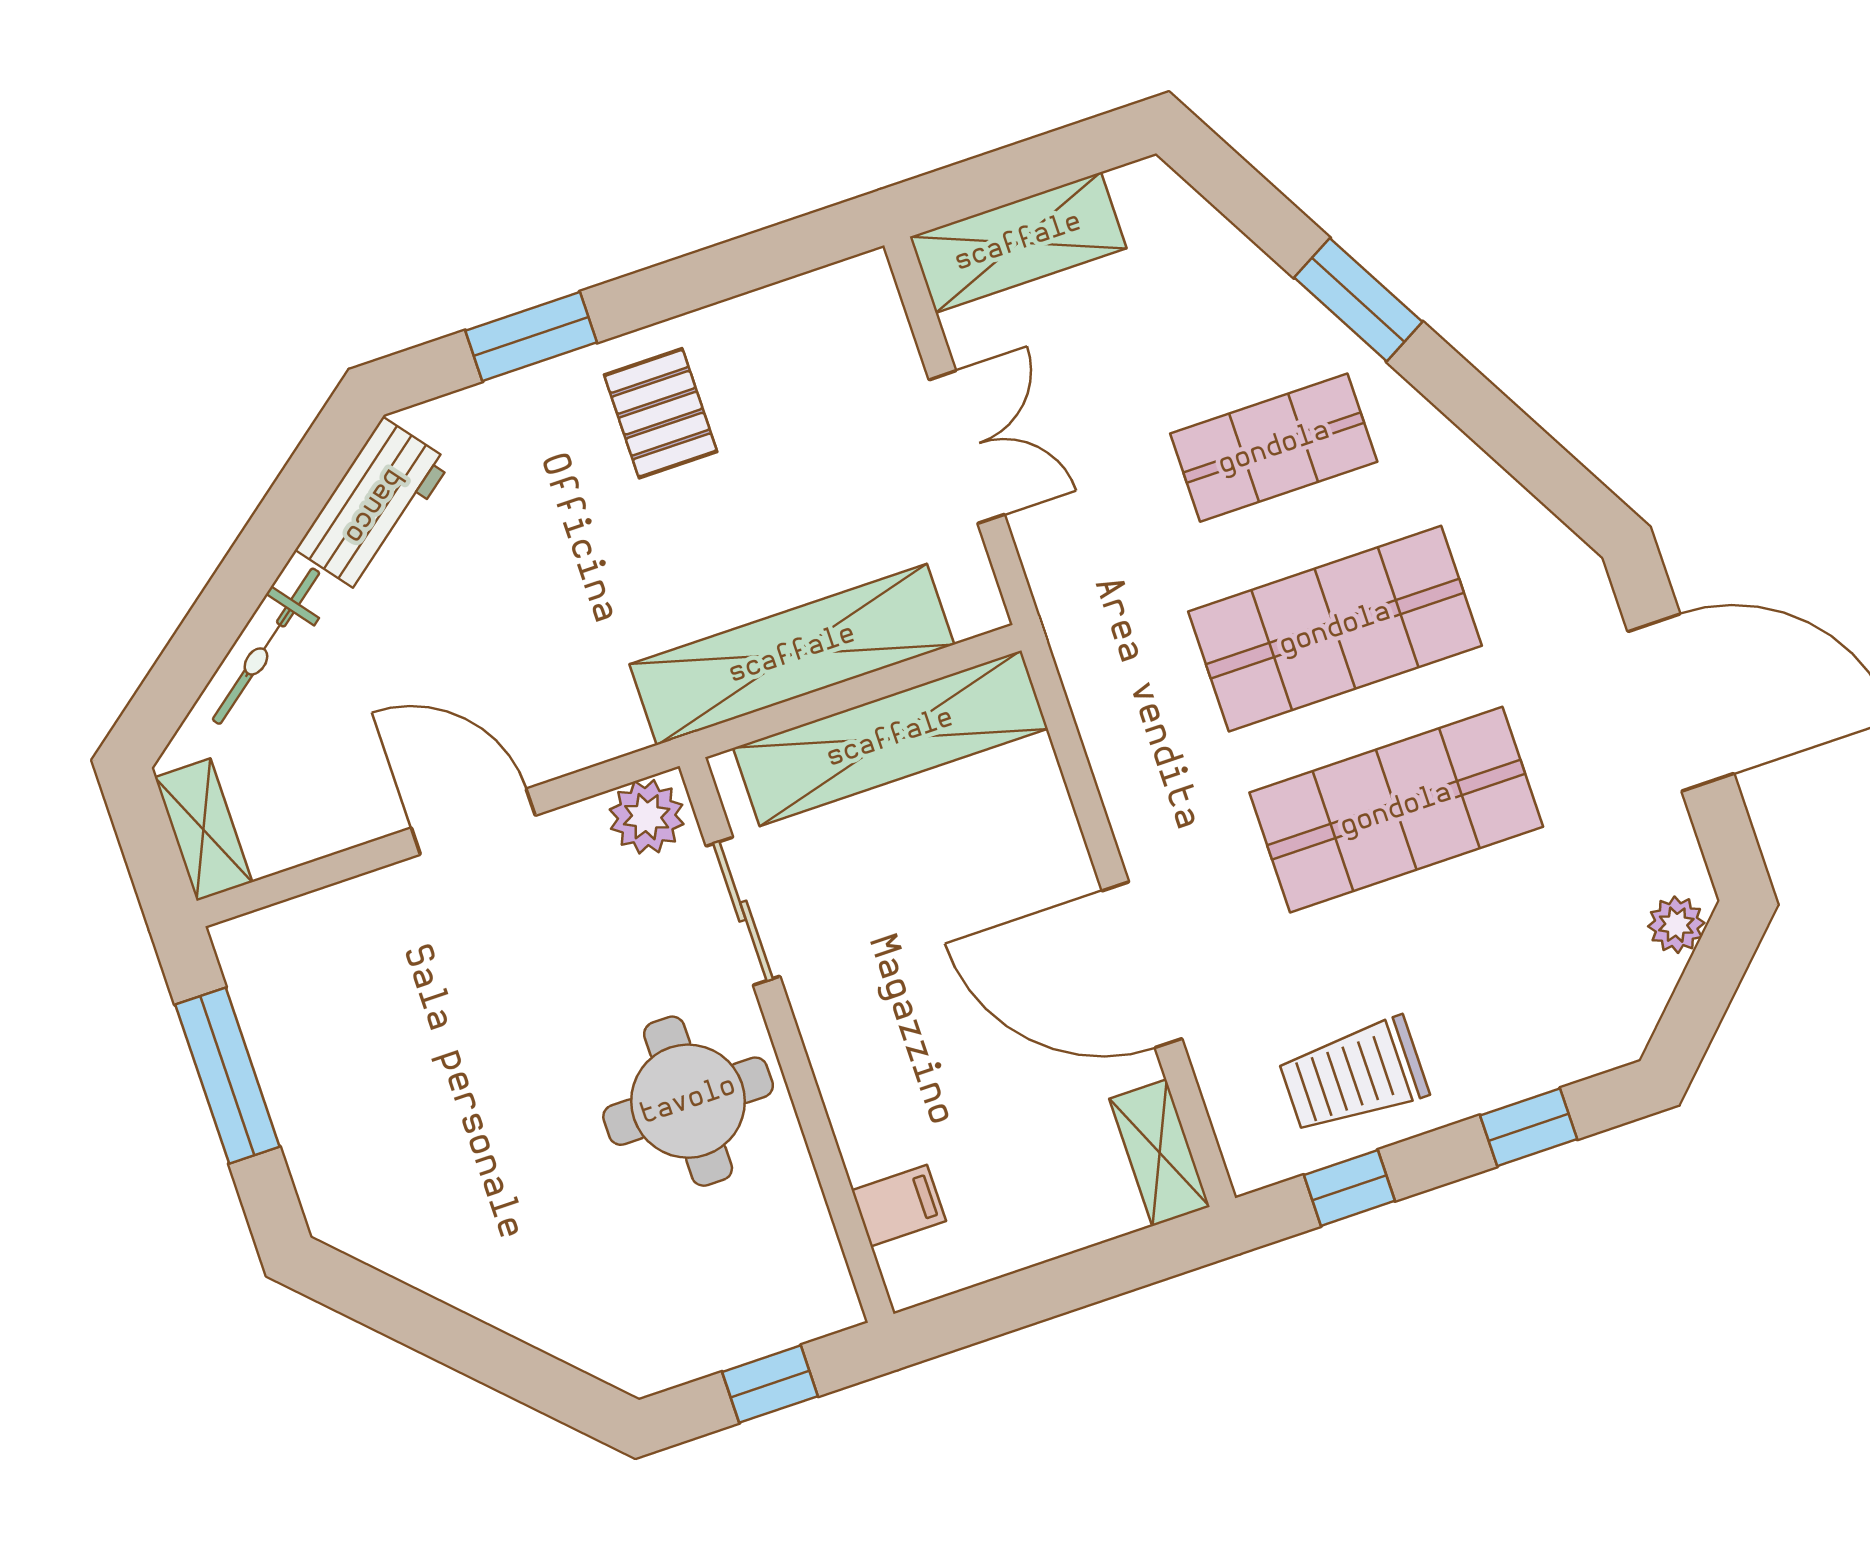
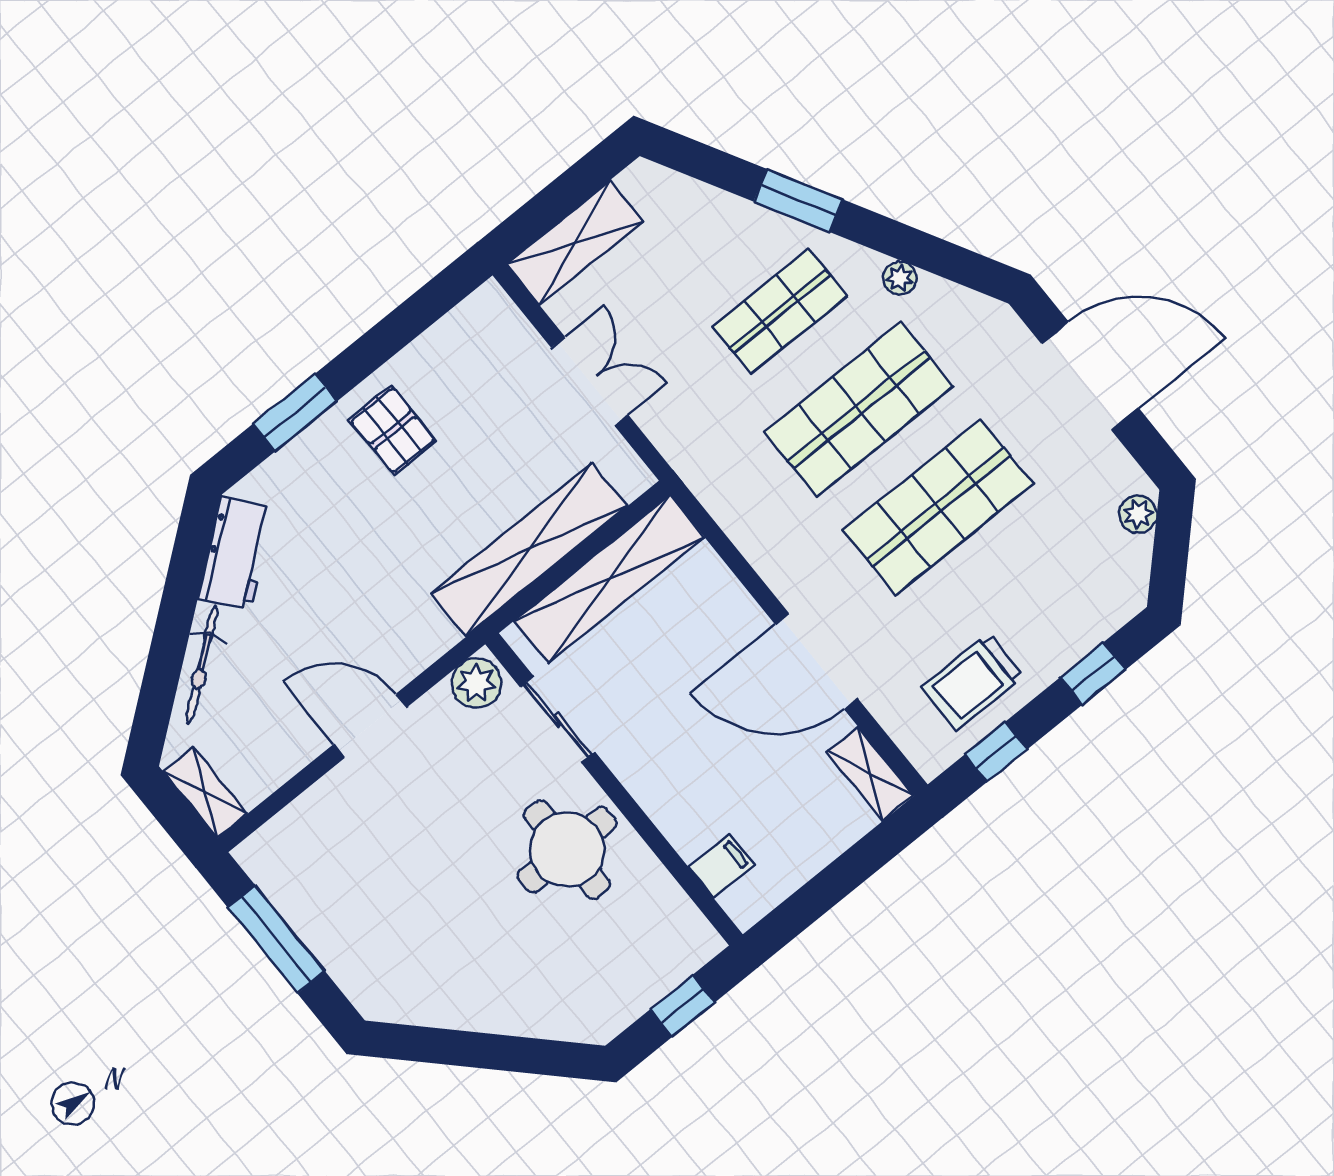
plant: (1462, 463) -> (900, 278), added

